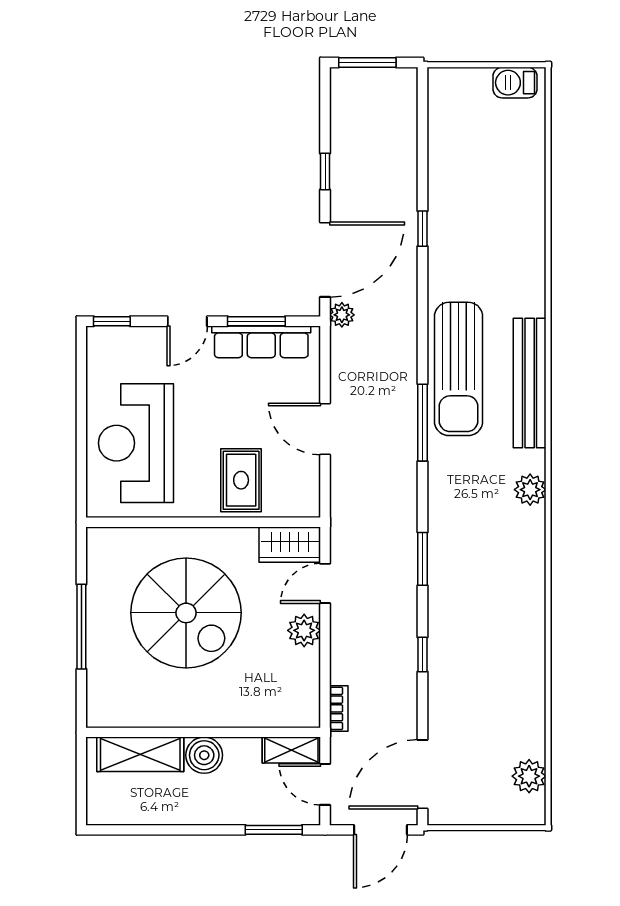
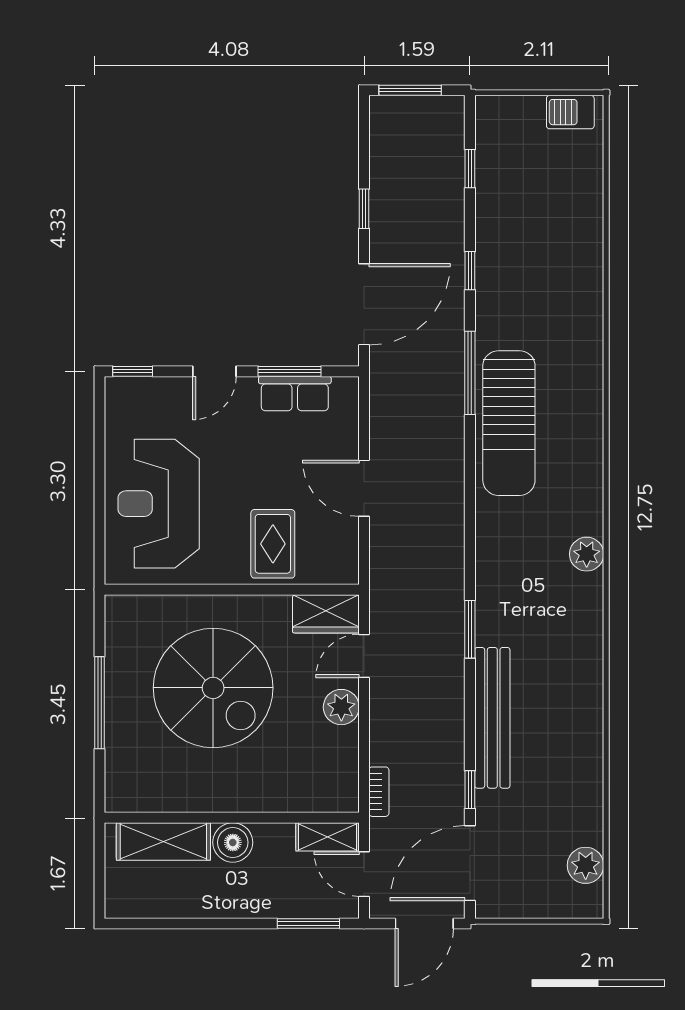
window: (422, 135) -> (470, 169), added
plant: (342, 315) -> (382, 364), removed
row of seats: (261, 342) -> (295, 394), width x0.68
bench: (530, 383) -> (492, 718), moved
window: (422, 423) -> (470, 373), moved
window: (422, 655) -> (470, 790), moved

